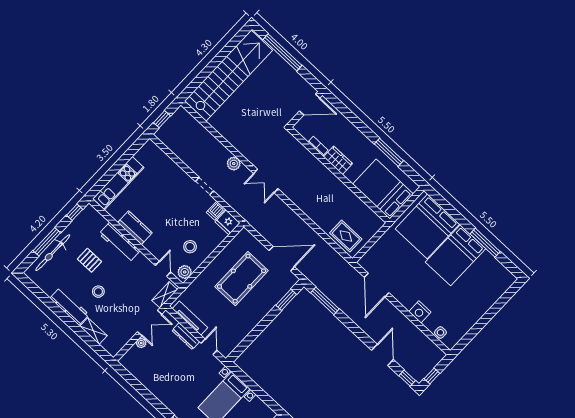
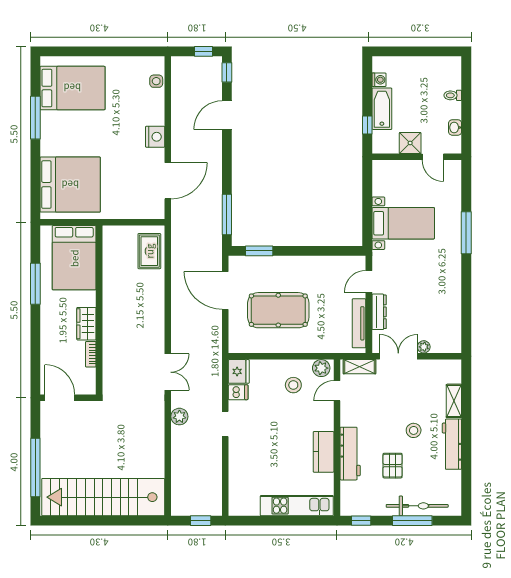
bed: (456, 255) -> (72, 88), moved
nightstand: (420, 312) -> (155, 137), moved

